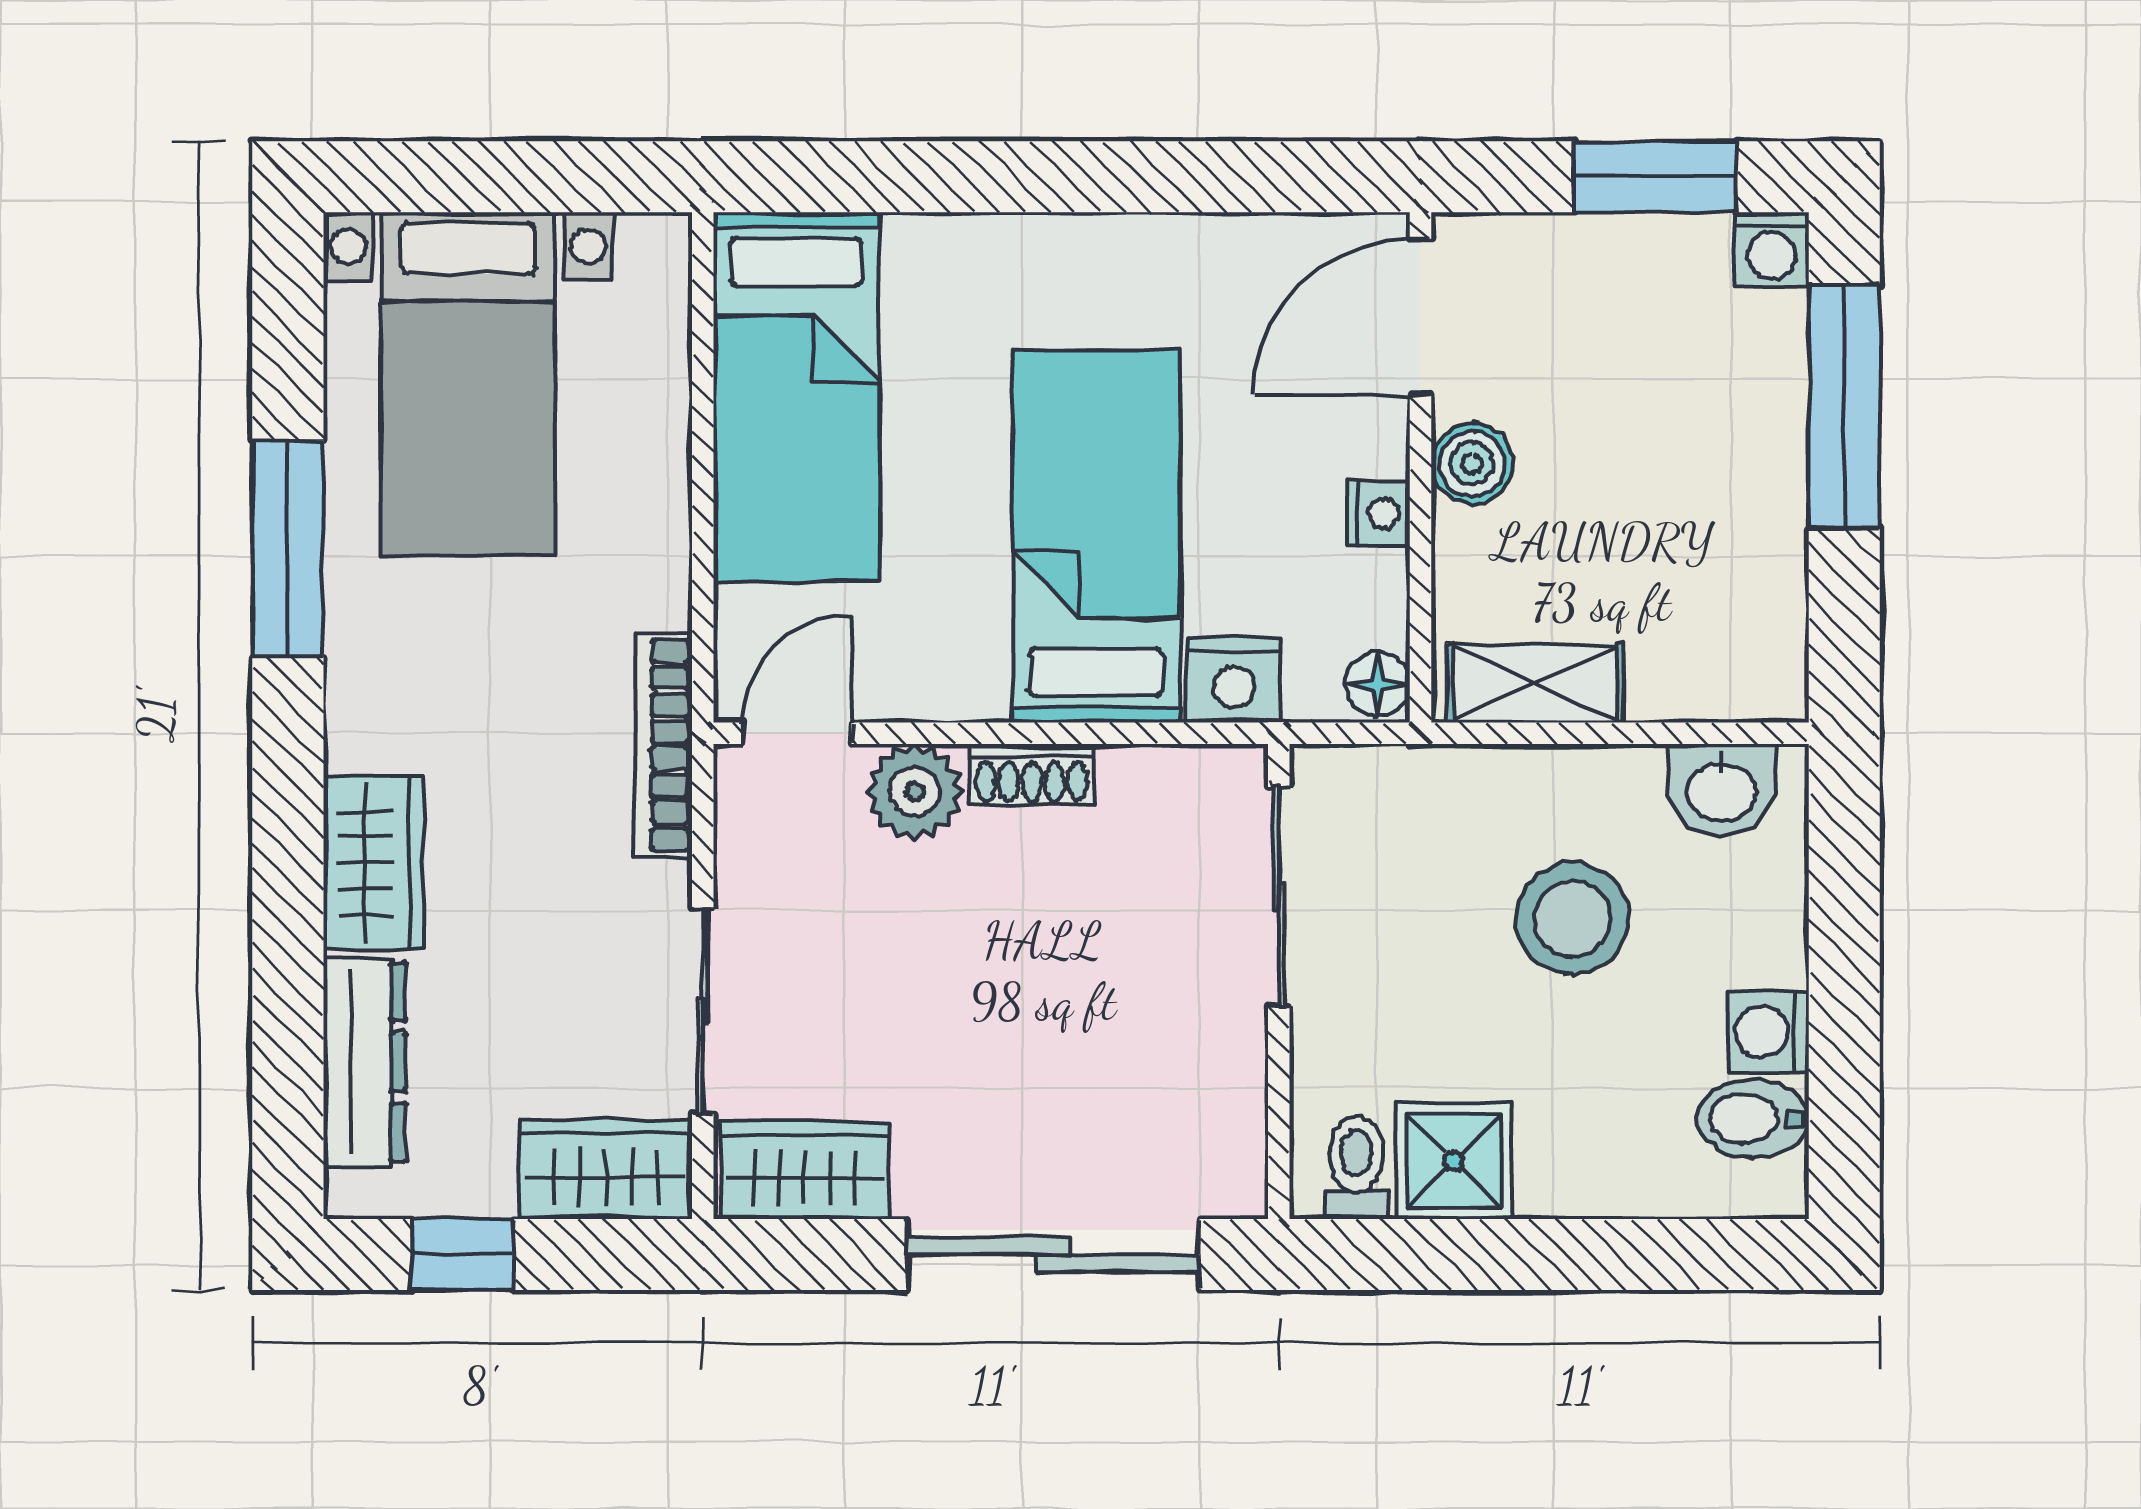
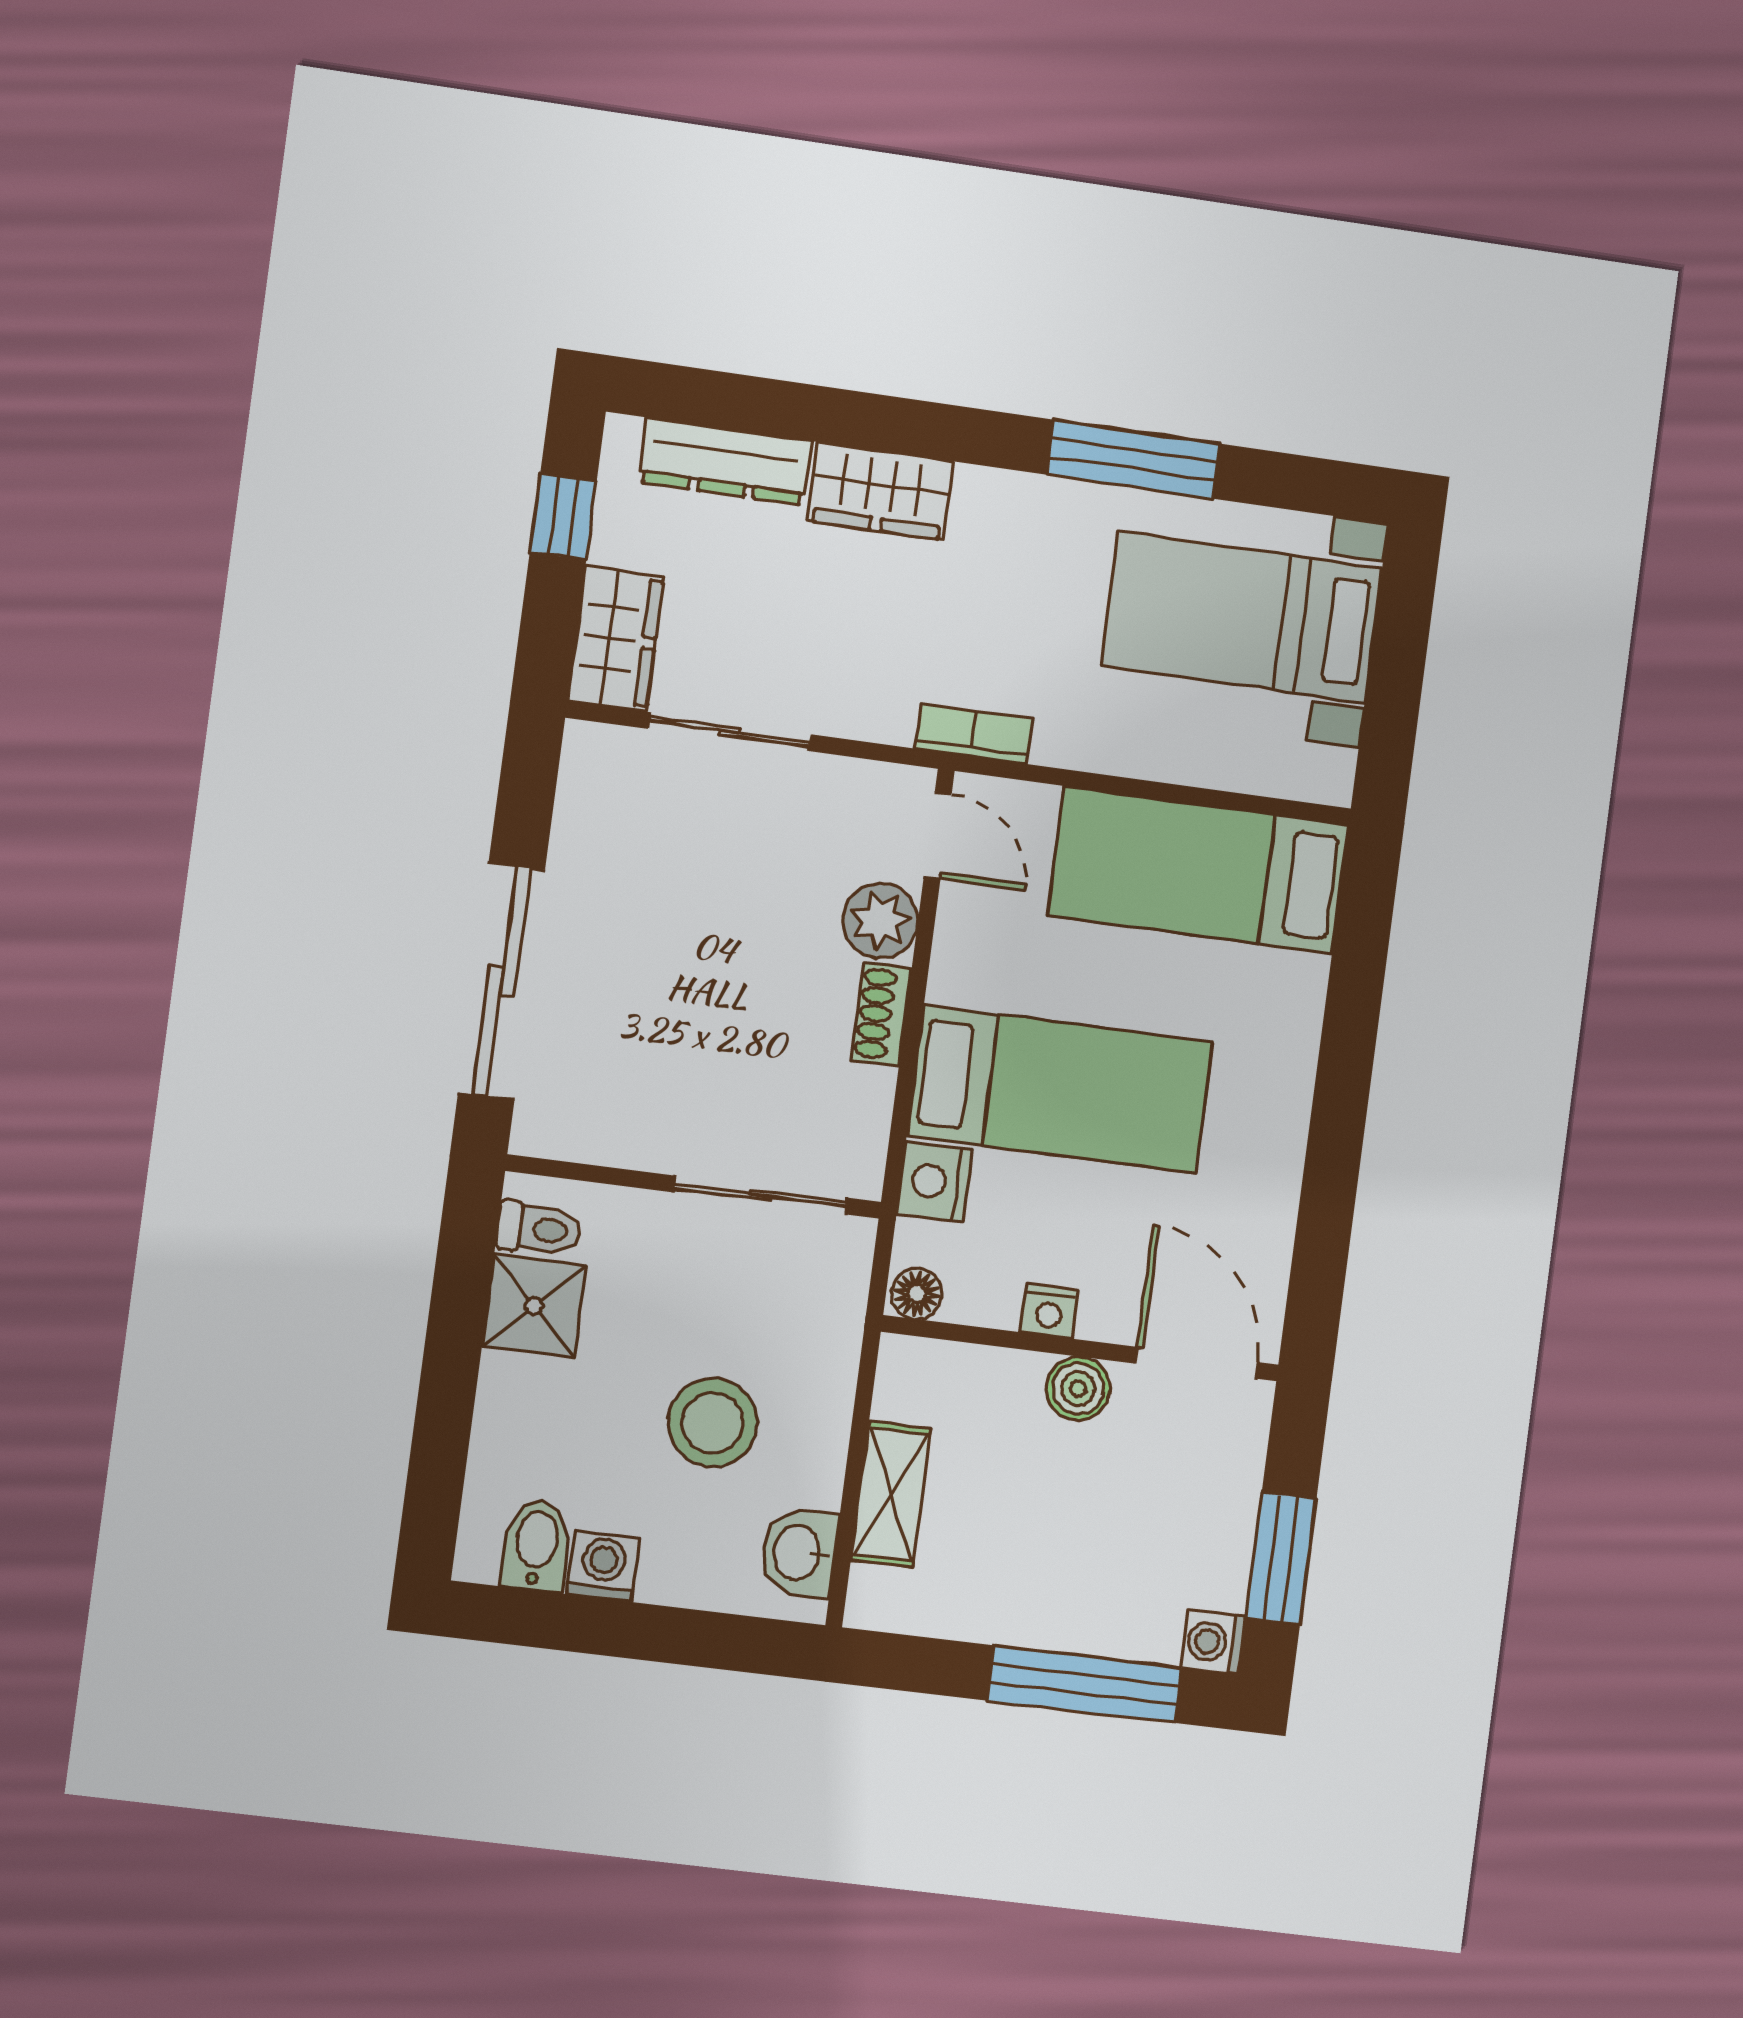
shelving: (1535, 683) -> (891, 1494), moved
bookcase: (663, 745) -> (974, 734), width x0.64
wardrobe: (805, 1170) -> (594, 795), removed

